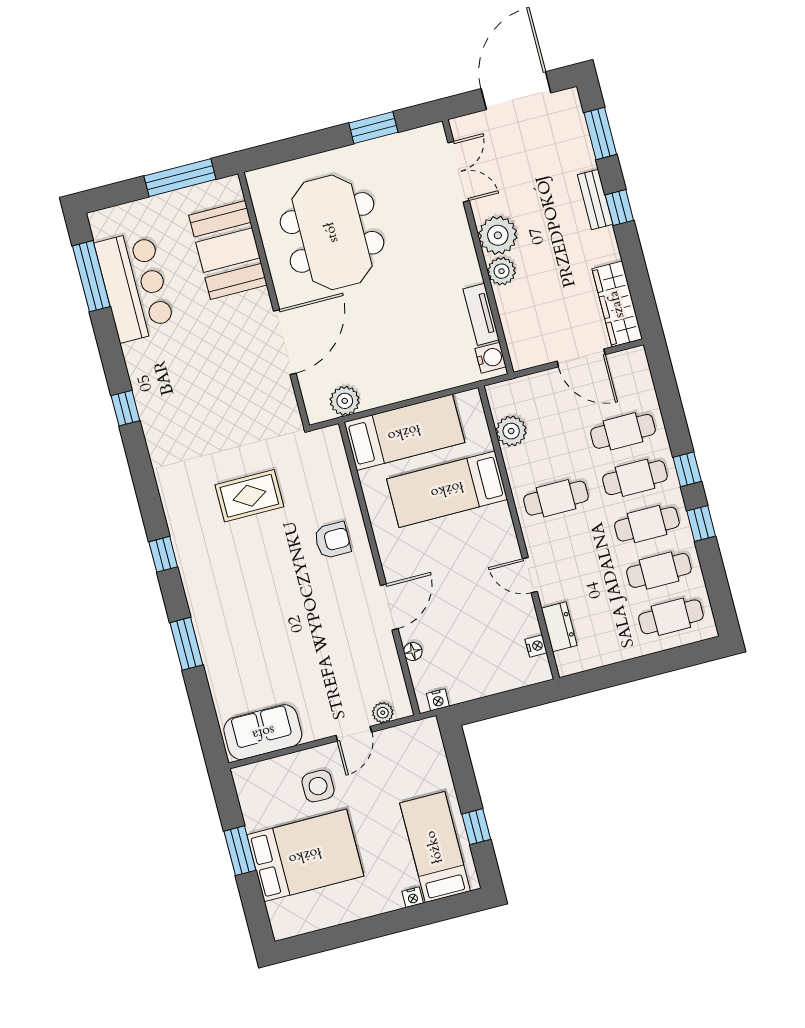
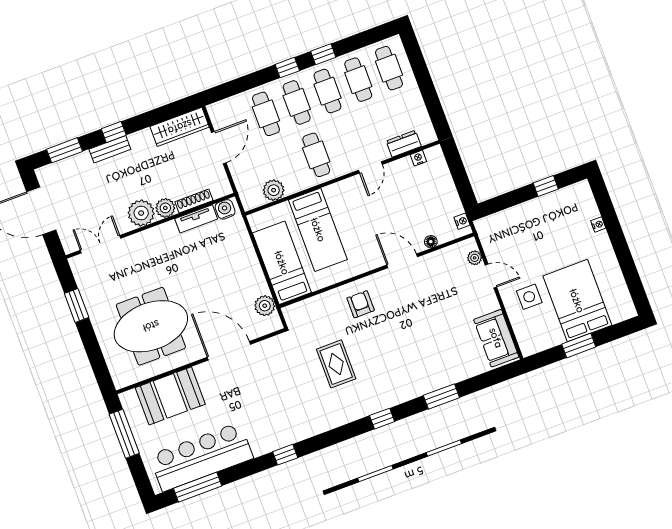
bar counter: (135, 286) -> (201, 457), width x1.36
shoe rack: (507, 314) -> (194, 201), added
bed: (435, 847) -> (562, 213), removed

